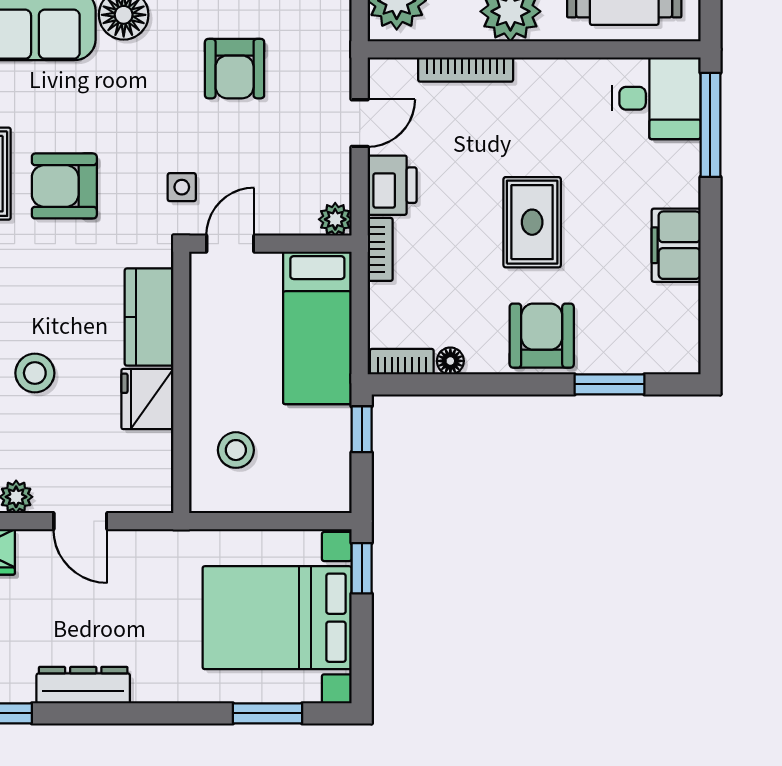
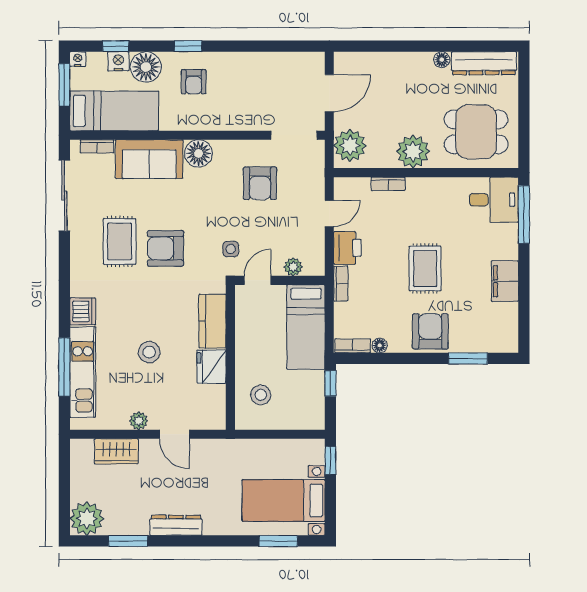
bookcase: (466, 70) -> (388, 184), width x0.64
plant: (335, 219) -> (293, 267), moved
bed with nightstands: (277, 618) -> (284, 500), width x0.73

